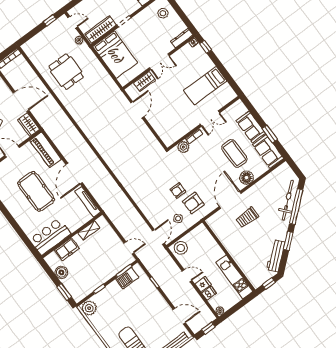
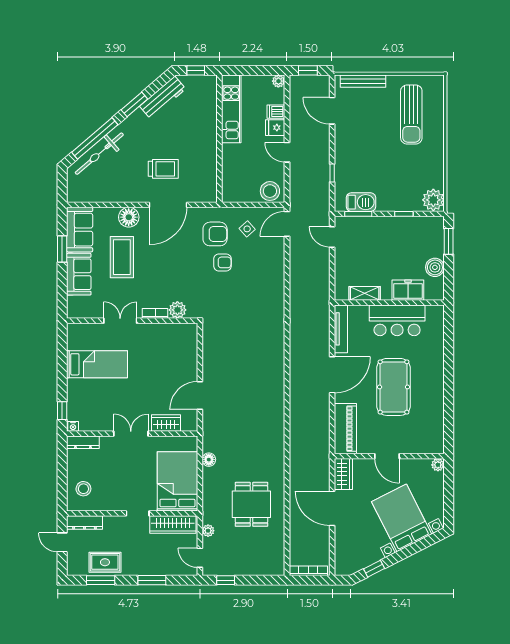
floor lamp: (107, 79) -> (209, 460), added
bar counter: (50, 236) -> (397, 320), moved

